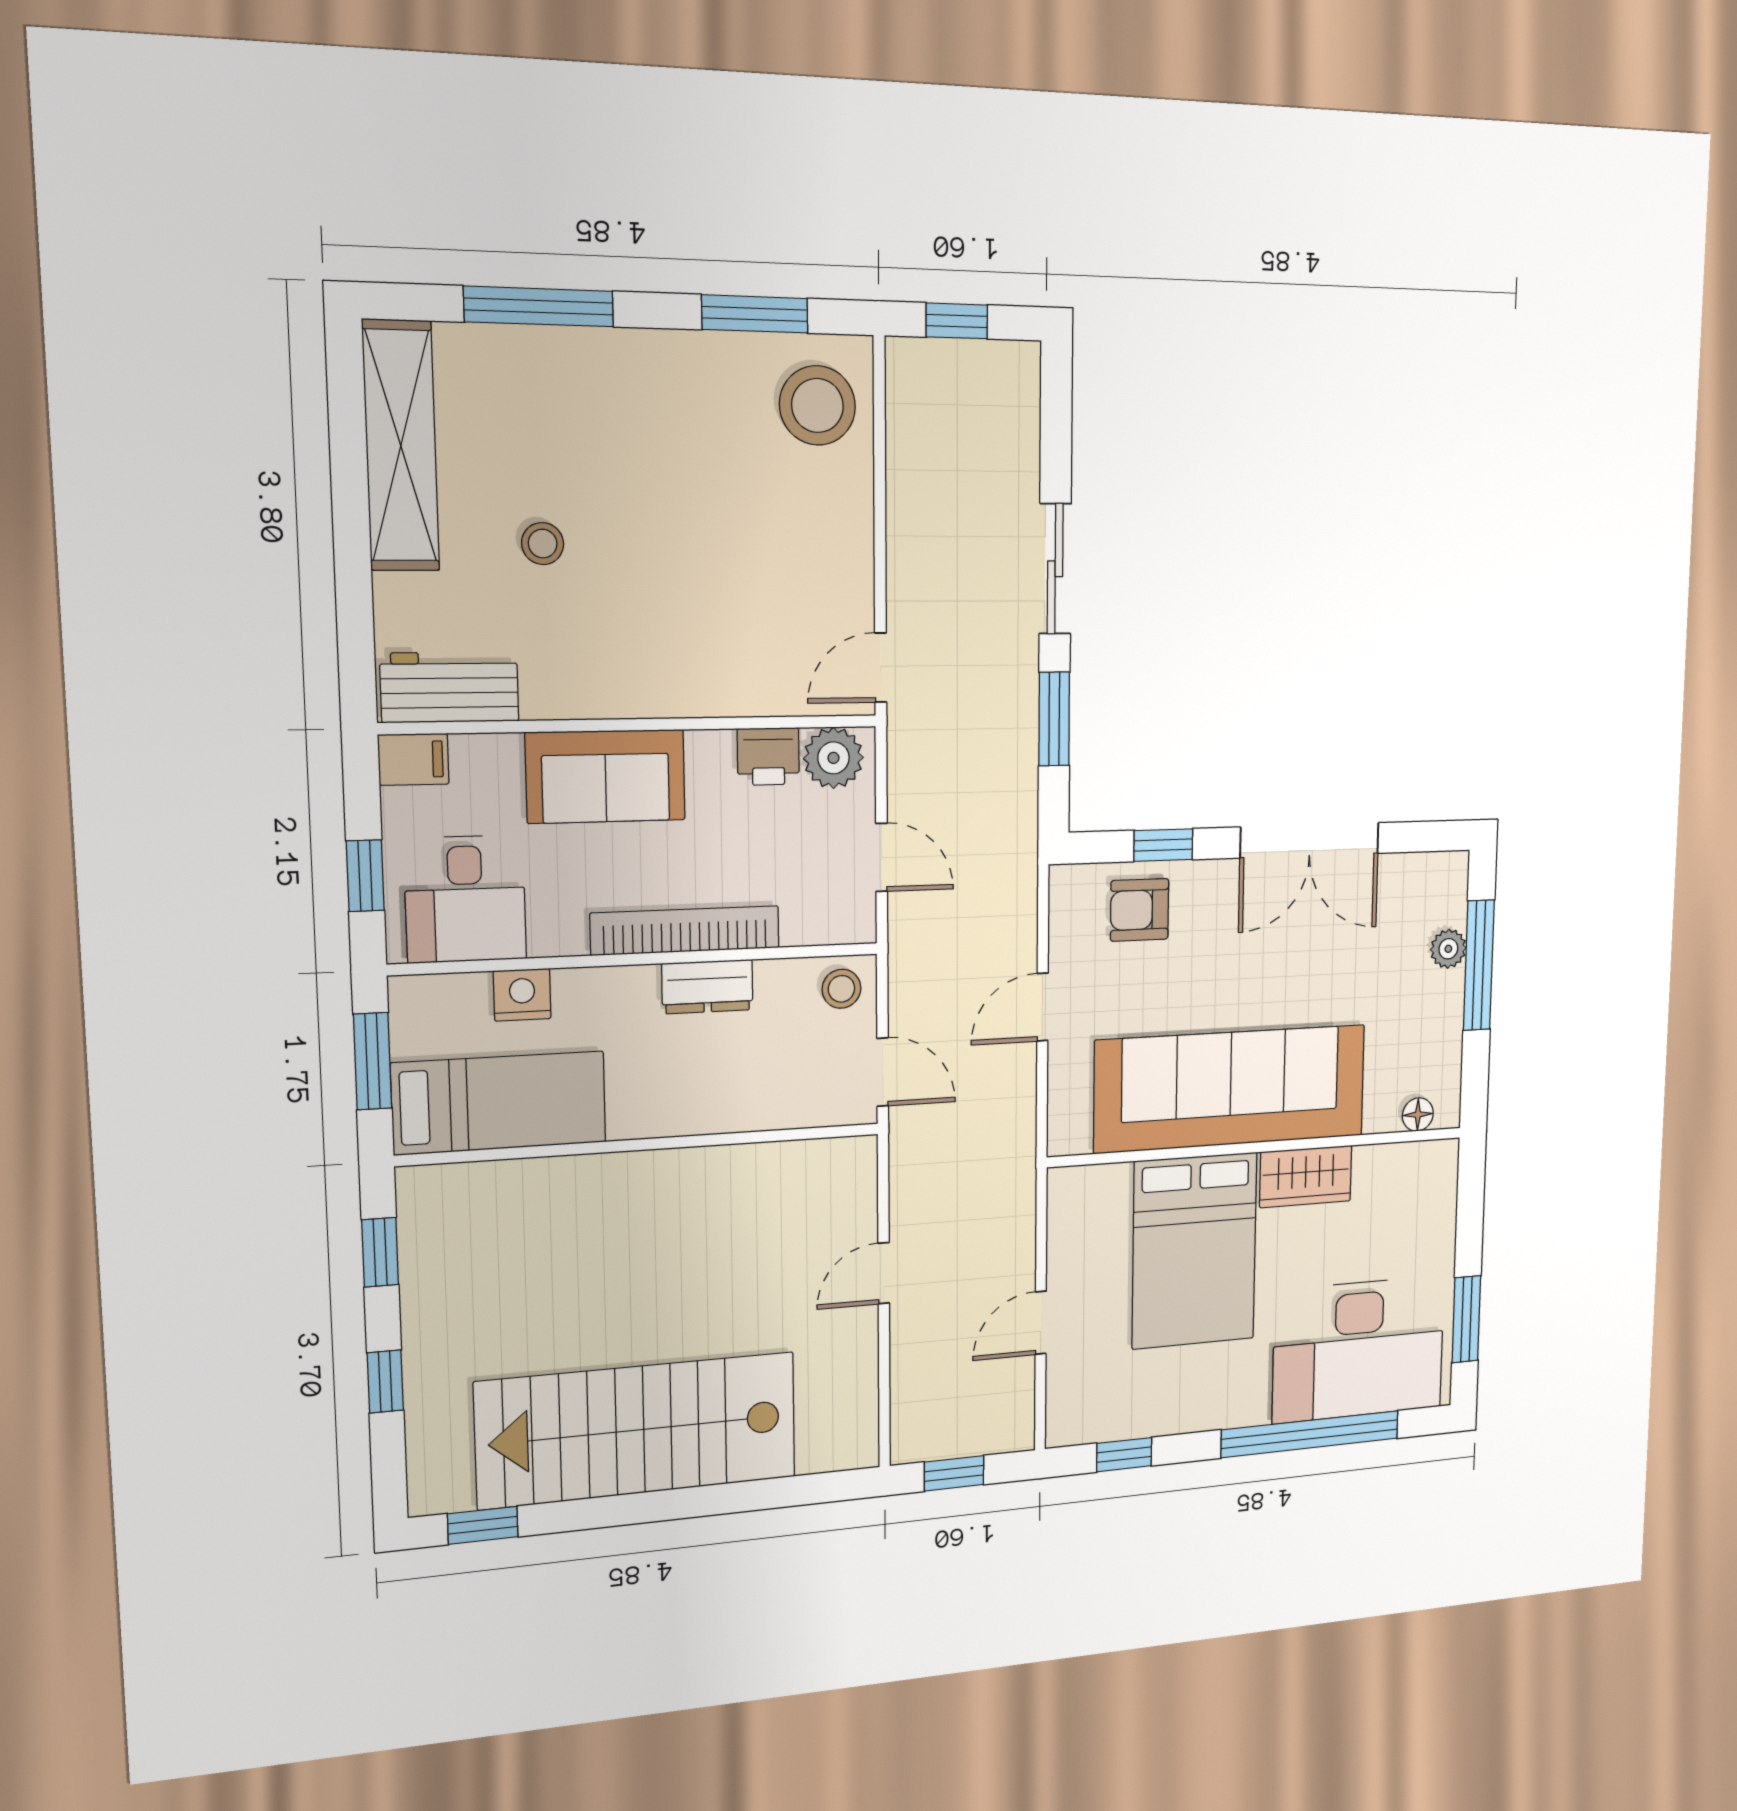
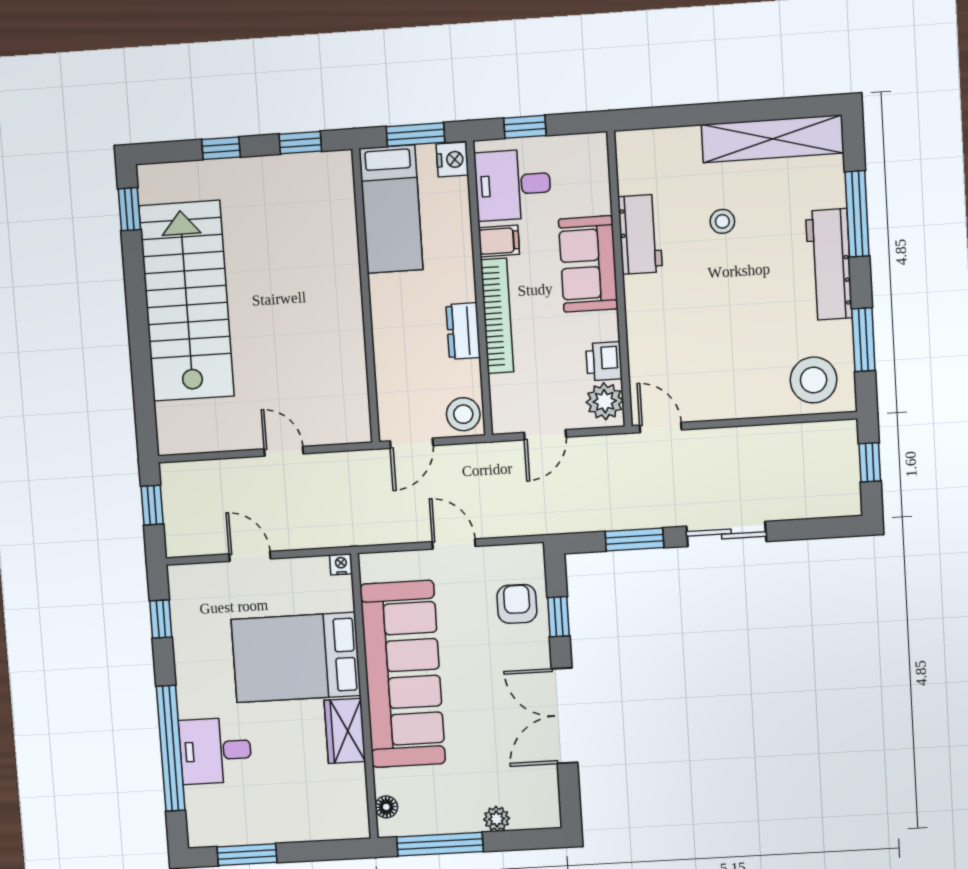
workbench: (625, 363) -> (829, 265), added
workbench: (450, 687) -> (640, 234), moved
filing cabinet: (413, 759) -> (499, 241), moved, turned -90
window: (1479, 965) -> (440, 844), moved
stool: (841, 989) -> (463, 414), width x1.37, depth x1.37
nightstand: (522, 995) -> (452, 160), moved
nightstand: (1062, 1183) -> (341, 564), added
desk: (1359, 1349) -> (215, 751), width x0.53, depth x0.77

